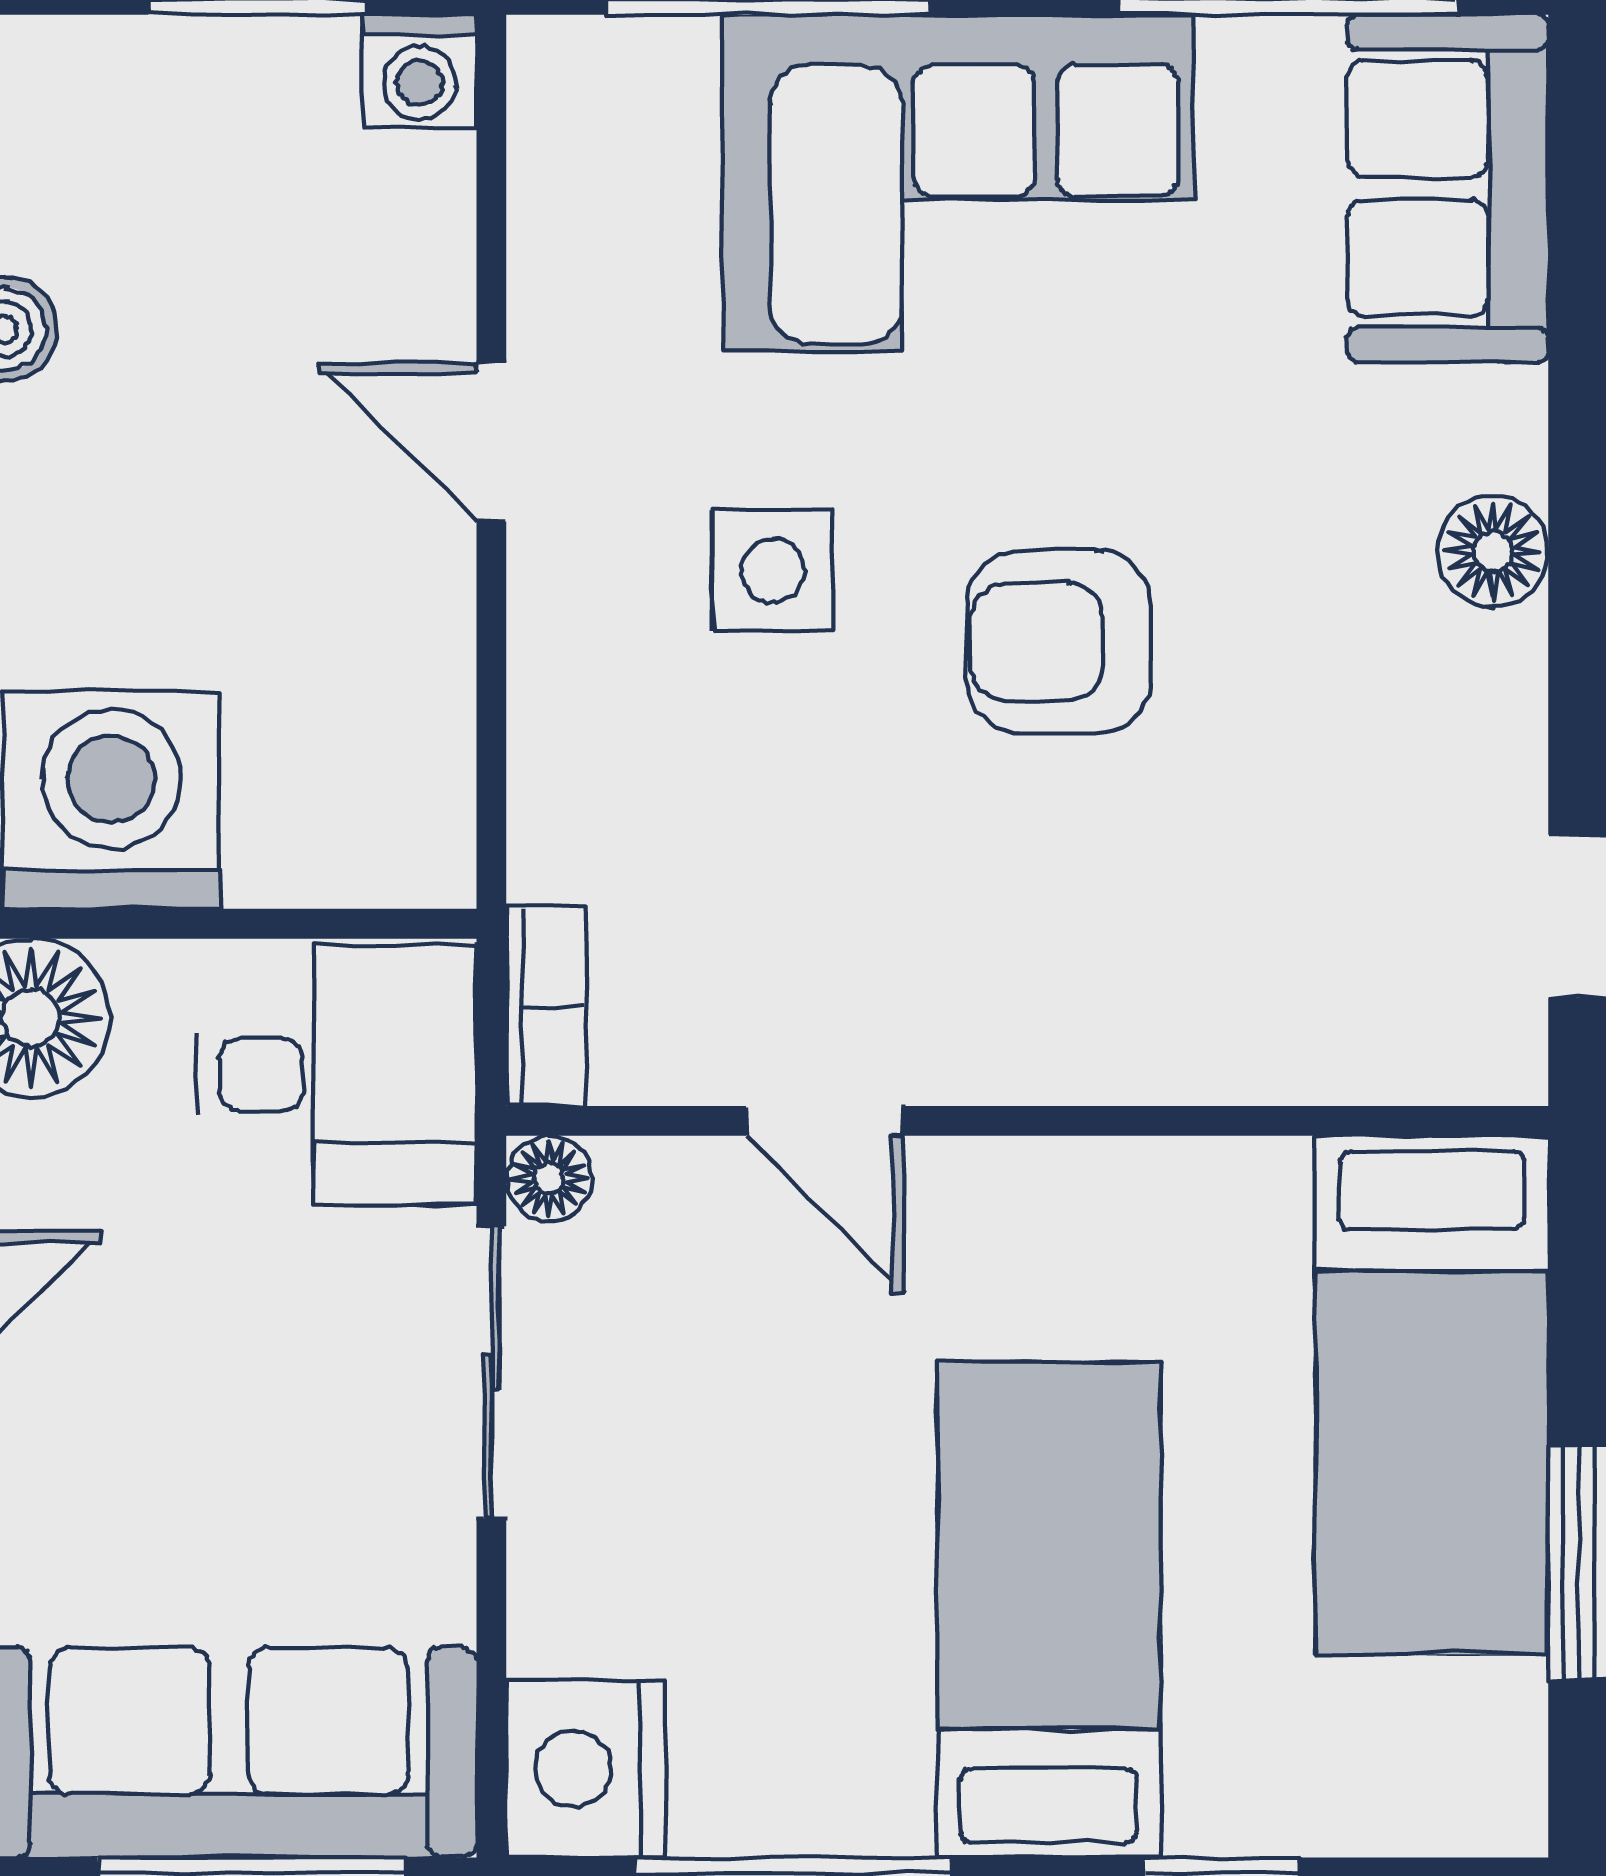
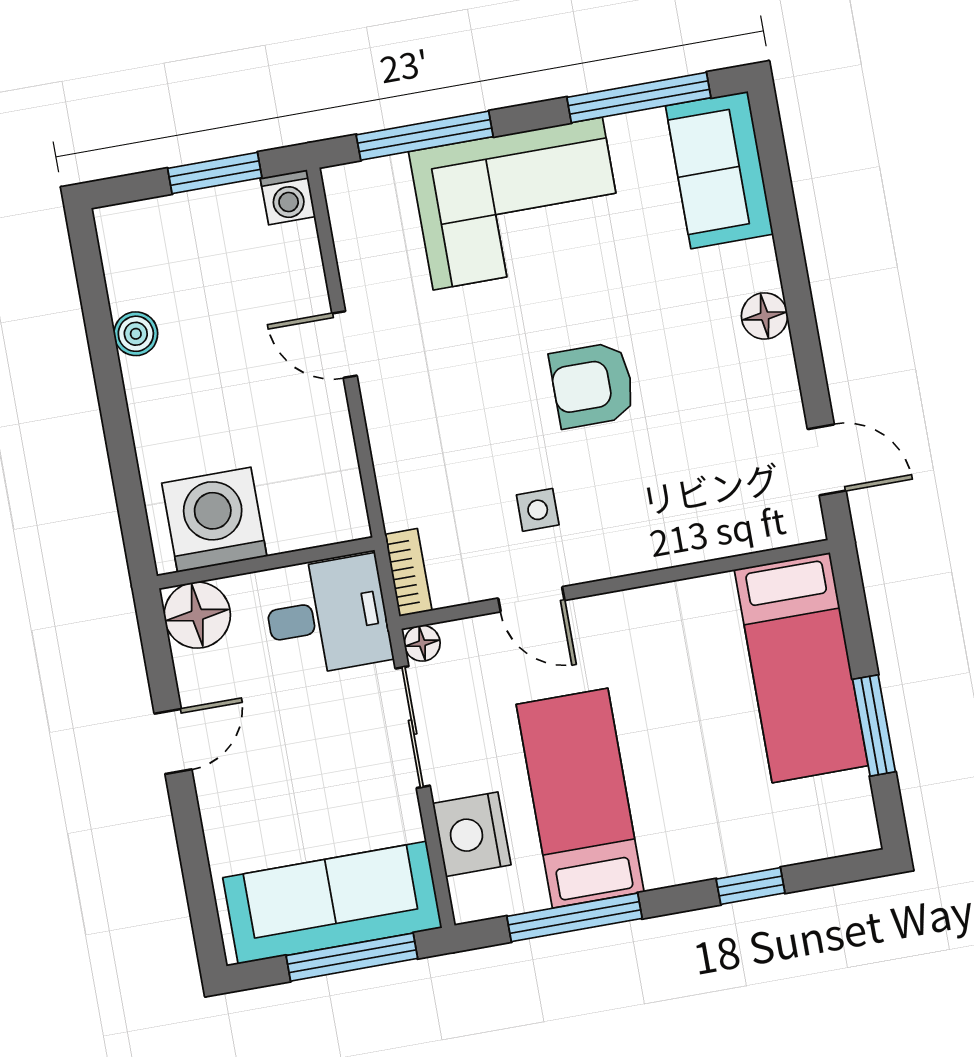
side table: (773, 570) -> (538, 510), moved, width x0.73, depth x0.73
bed: (1049, 1610) -> (580, 798), moved
nightstand: (586, 1769) -> (472, 834), moved

